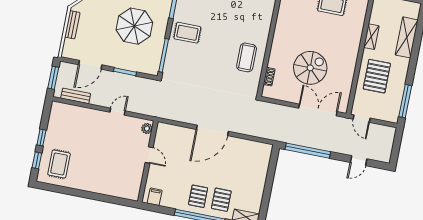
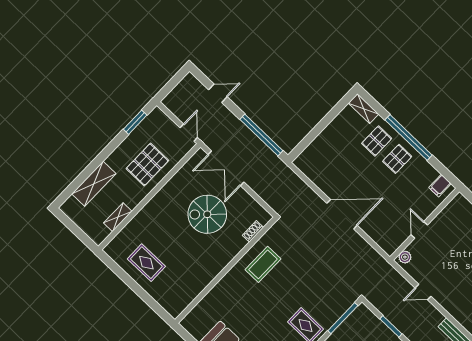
shelving: (371, 37) -> (118, 217), moved
window: (405, 101) -> (135, 122), width x0.69

